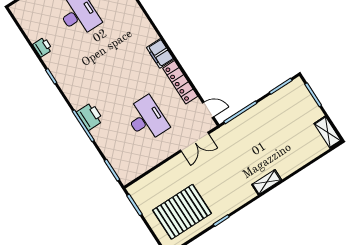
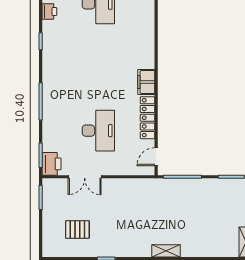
door: (208, 110) -> (156, 157), swing flipped
printer: (90, 116) -> (52, 164), moved
double door: (195, 142) -> (85, 177), moved
pallet: (182, 212) -> (77, 229), width x0.49, depth x0.50

